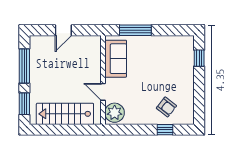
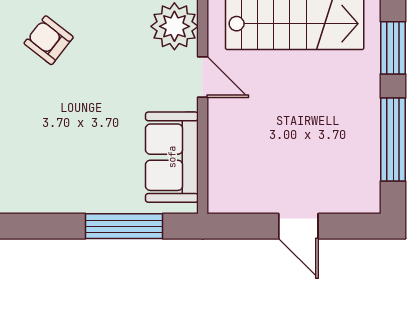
door: (63, 30) -> (298, 226), swing flipped

